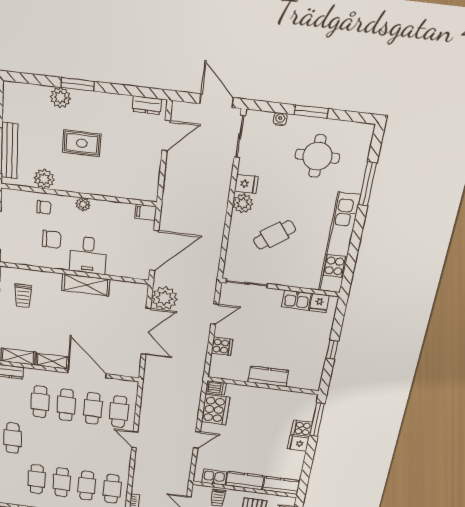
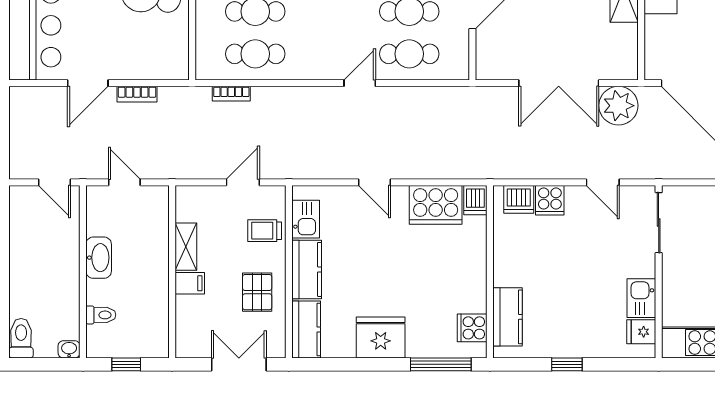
dishwasher: (219, 364) -> (519, 199), added
kitchen counter: (268, 376) -> (507, 317), moved
cooker: (302, 428) -> (472, 328), moved, turned -90
fridge: (298, 443) -> (381, 338), width x1.88, depth x1.34

